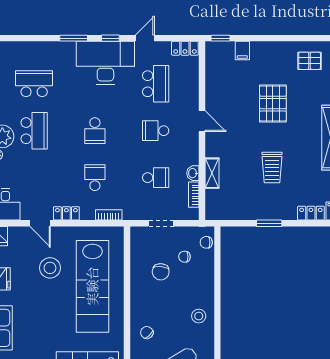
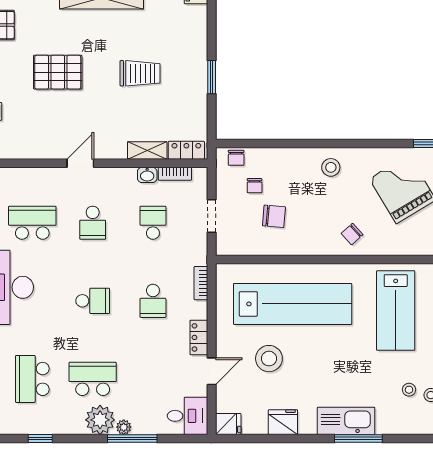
school desk: (95, 178) -> (153, 301), turned -90
locker: (311, 213) -> (186, 150), moved, turned 90

